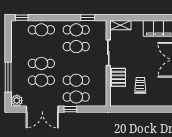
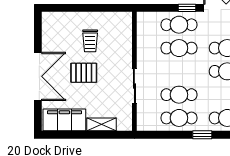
window: (88, 18) -> (202, 135), moved
shelving: (120, 25) -> (101, 124), moved
pallet: (118, 77) -> (84, 73), moved, turned 90

